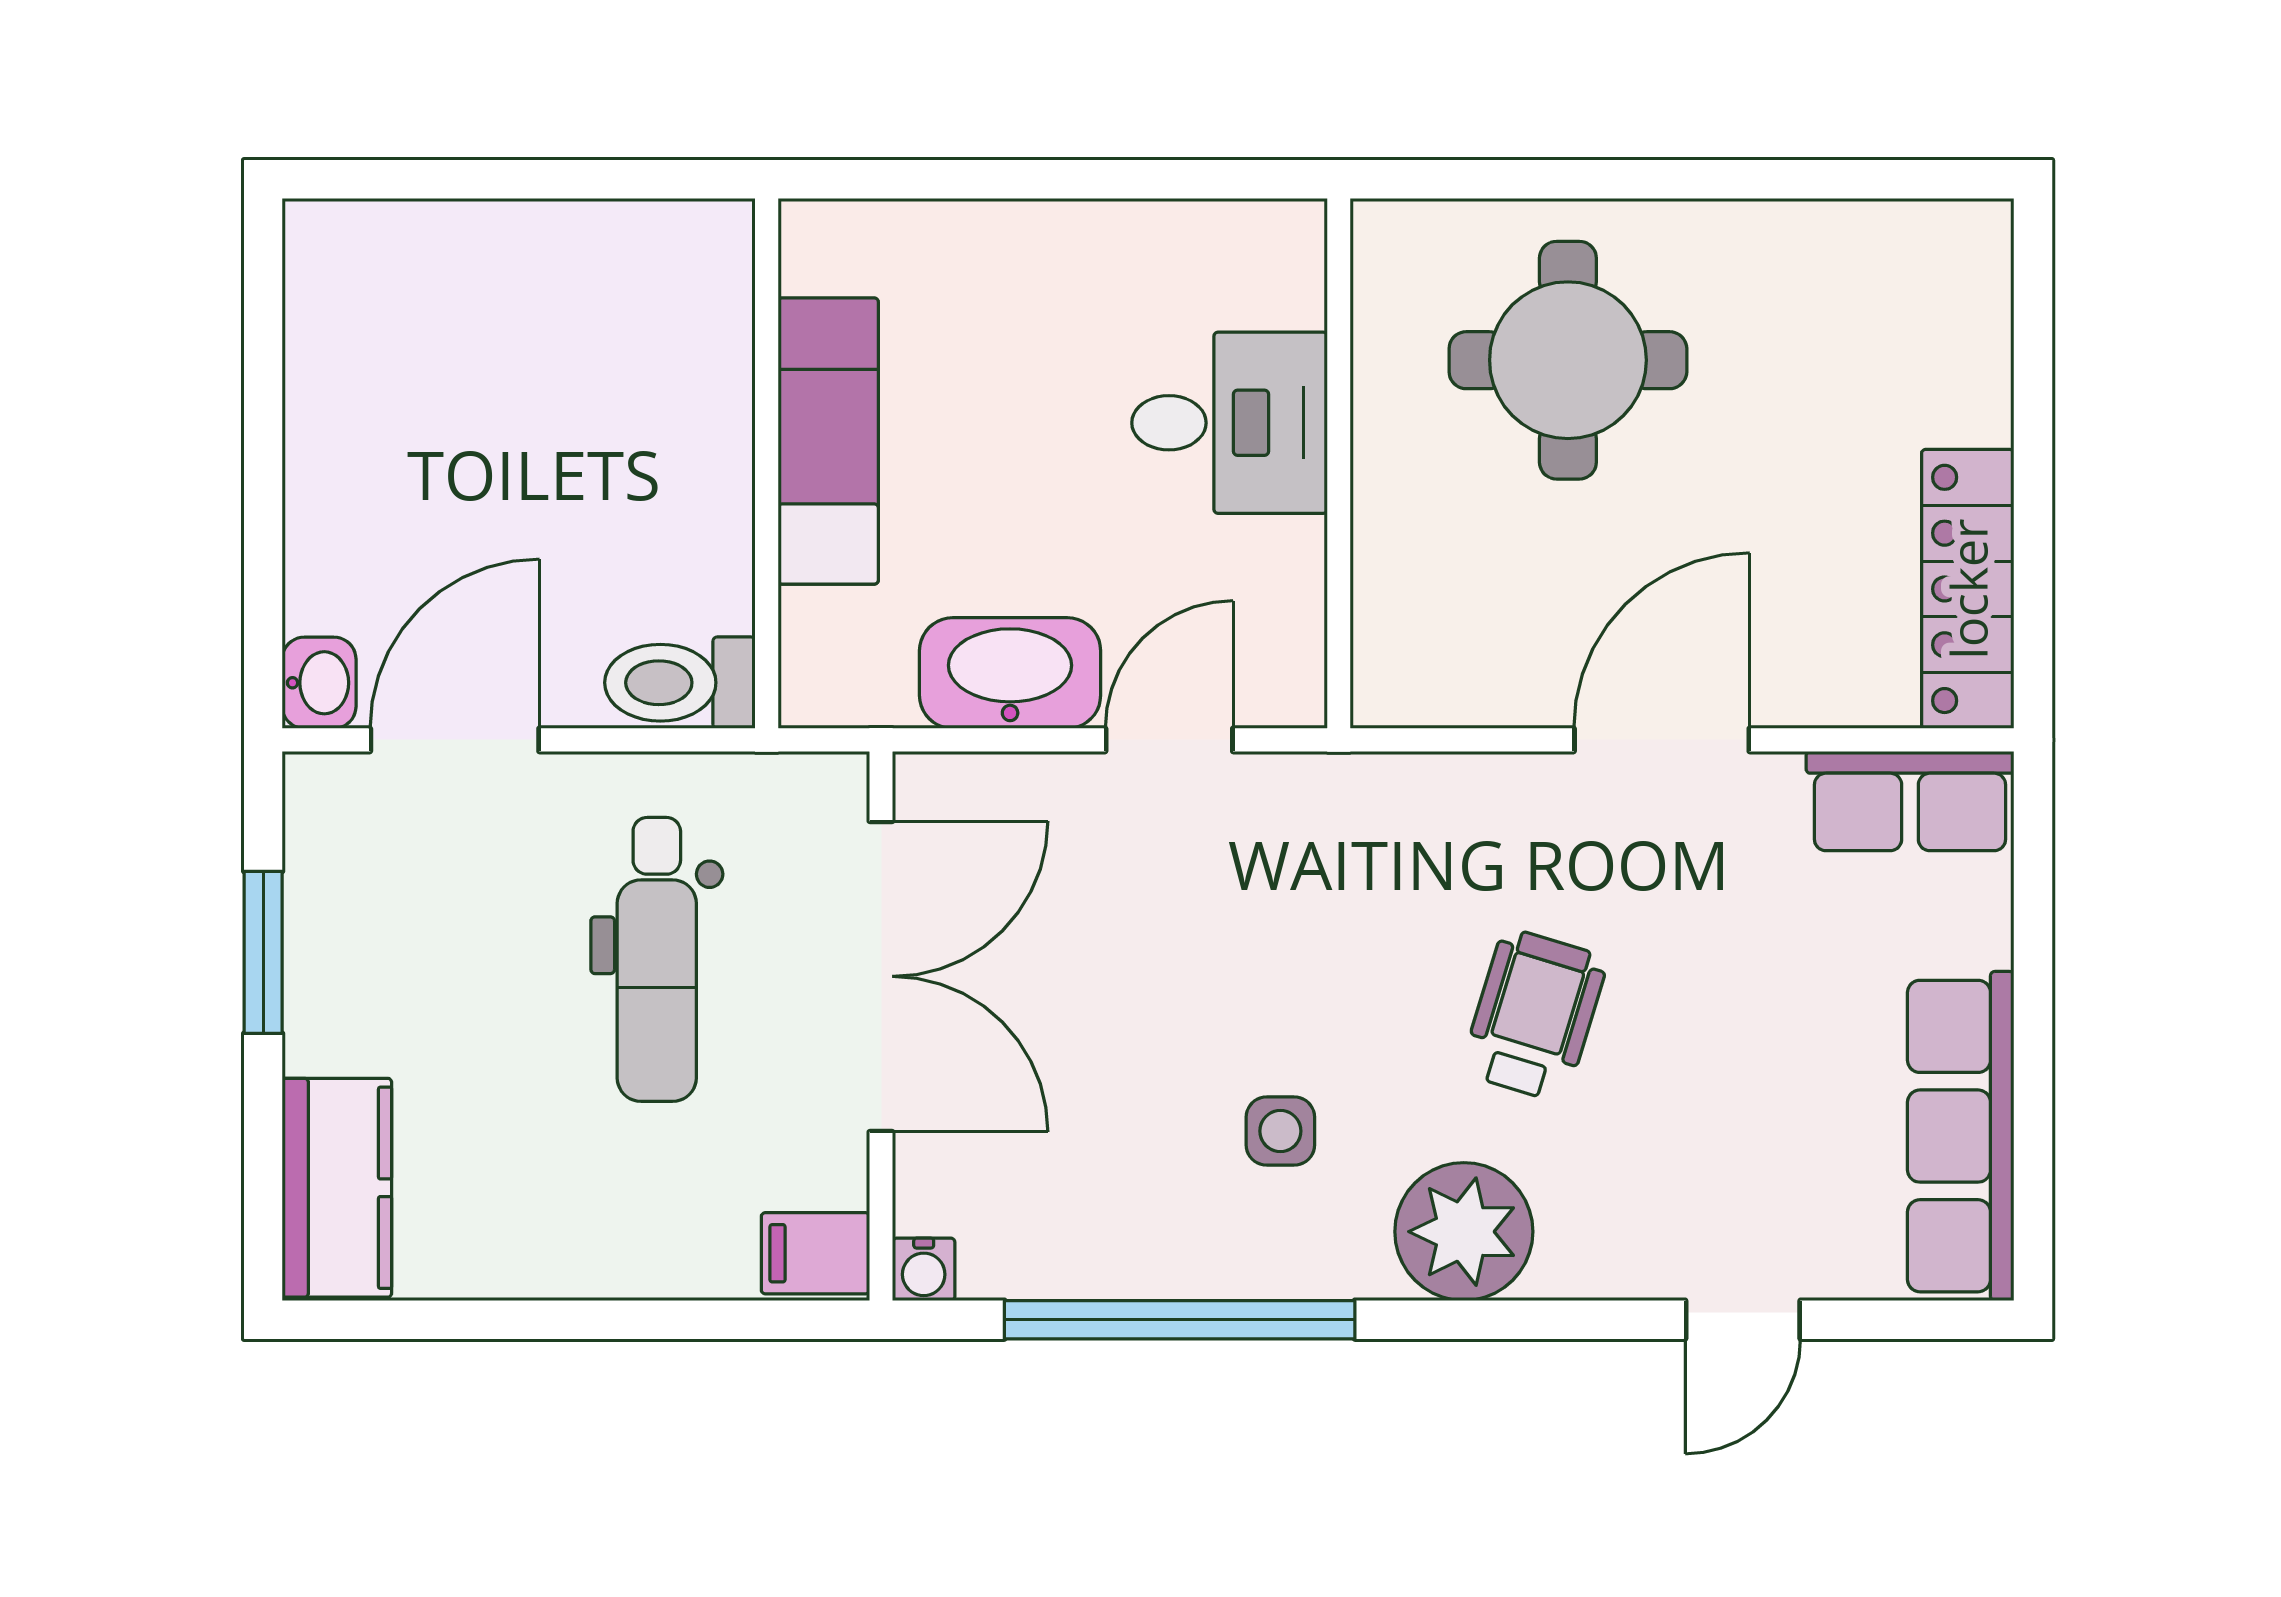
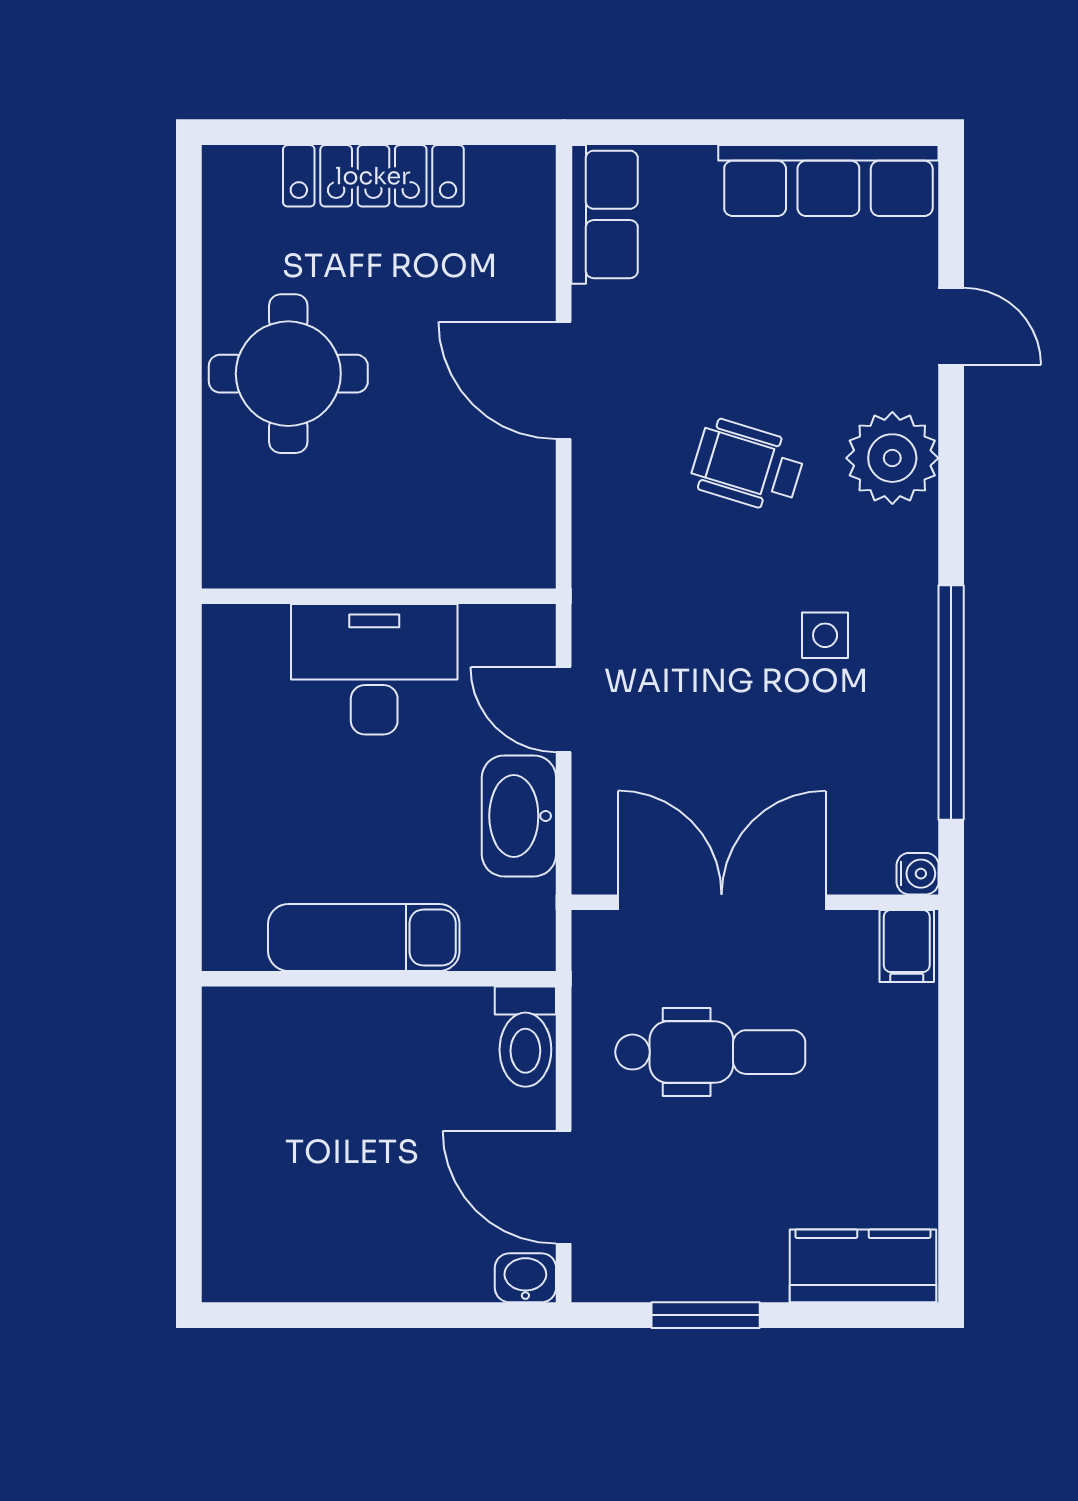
round table: (1568, 360) -> (288, 374), moved
desk: (1230, 423) -> (374, 669), width x1.37
locker: (1968, 589) -> (373, 176), moved
plant: (1464, 1232) -> (892, 458), moved

